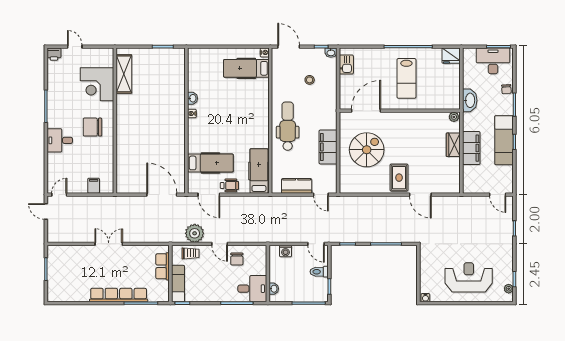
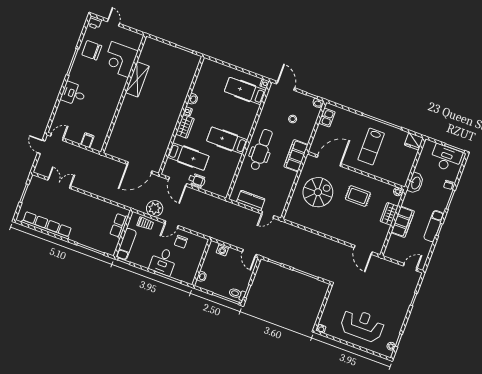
shelving: (124, 74) -> (137, 79), moved
chair: (92, 127) -> (92, 50), moved
wardrobe: (195, 131) -> (185, 126), added
exam couch: (504, 140) -> (434, 226), width x0.73, depth x0.69
filing cabinet: (328, 147) -> (296, 156), moved
hospital bed: (259, 171) -> (227, 140), moved, turned -90
rug: (399, 178) -> (358, 196), moved, turned 90
door: (162, 195) -> (140, 168), swing flipped
door: (321, 195) -> (268, 215), hinge flipped
door: (420, 195) -> (363, 250), moved
door: (498, 195) -> (410, 267), swing flipped
double door: (109, 244) -> (59, 183), moved
door: (220, 244) -> (171, 224), hinge flipped
toilet: (319, 272) -> (237, 294), moved
desk: (252, 289) -> (163, 261), moved, turned 90
row of seats: (119, 295) -> (47, 225), moved

